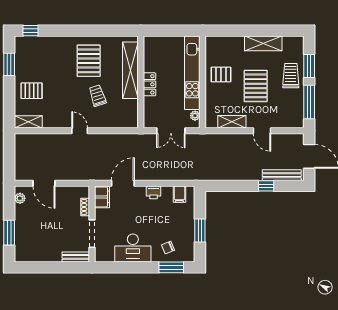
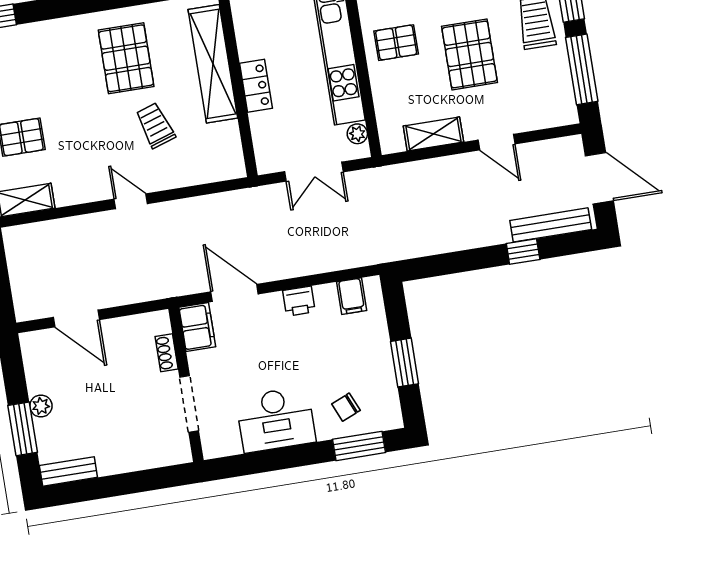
door: (123, 183) -> (235, 293), hinge flipped
plant: (20, 198) -> (41, 406), moved
bench: (76, 257) -> (68, 471), moved

